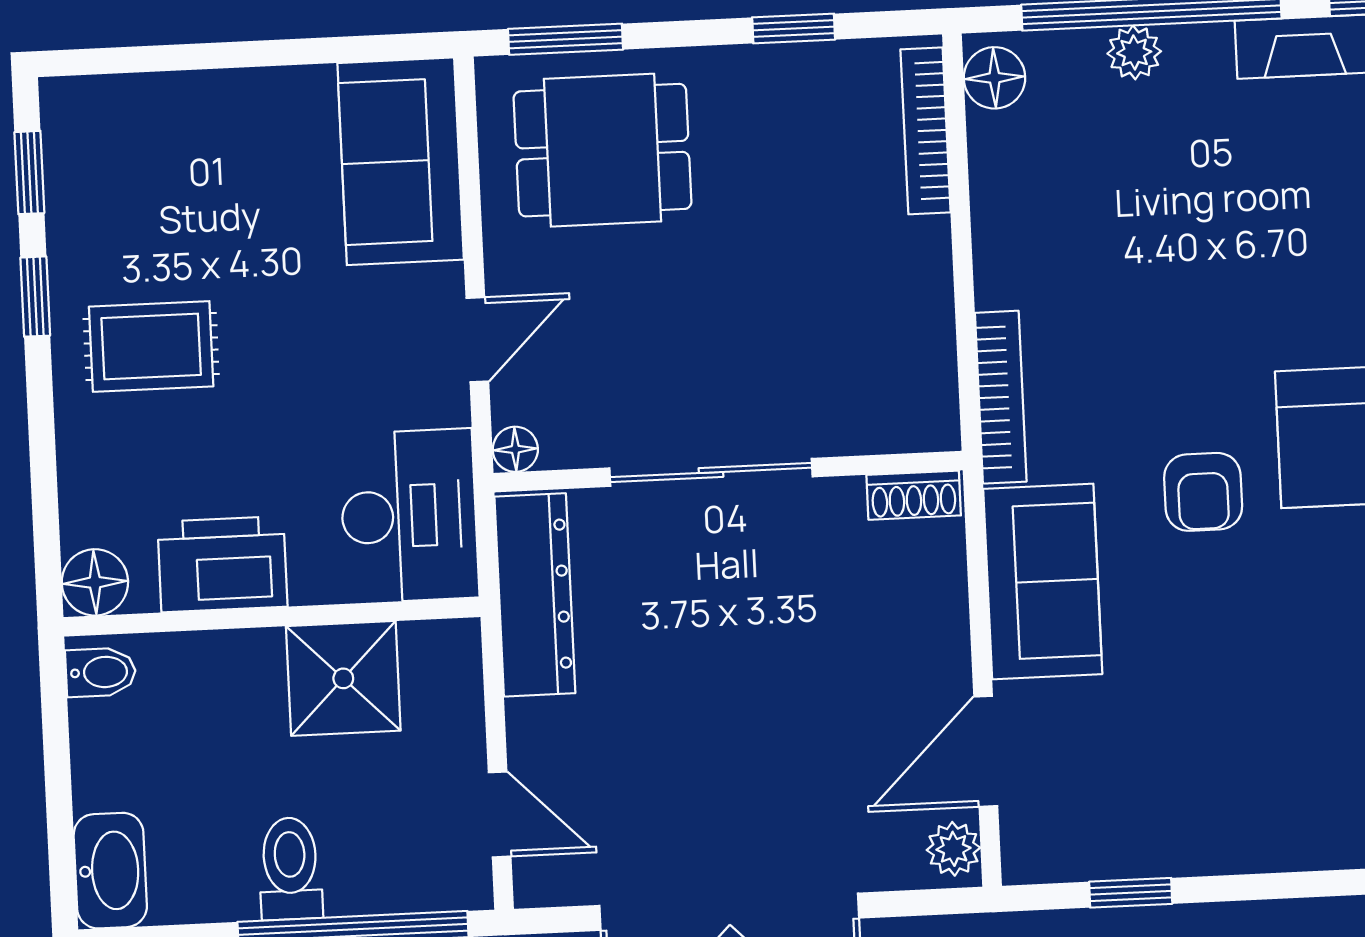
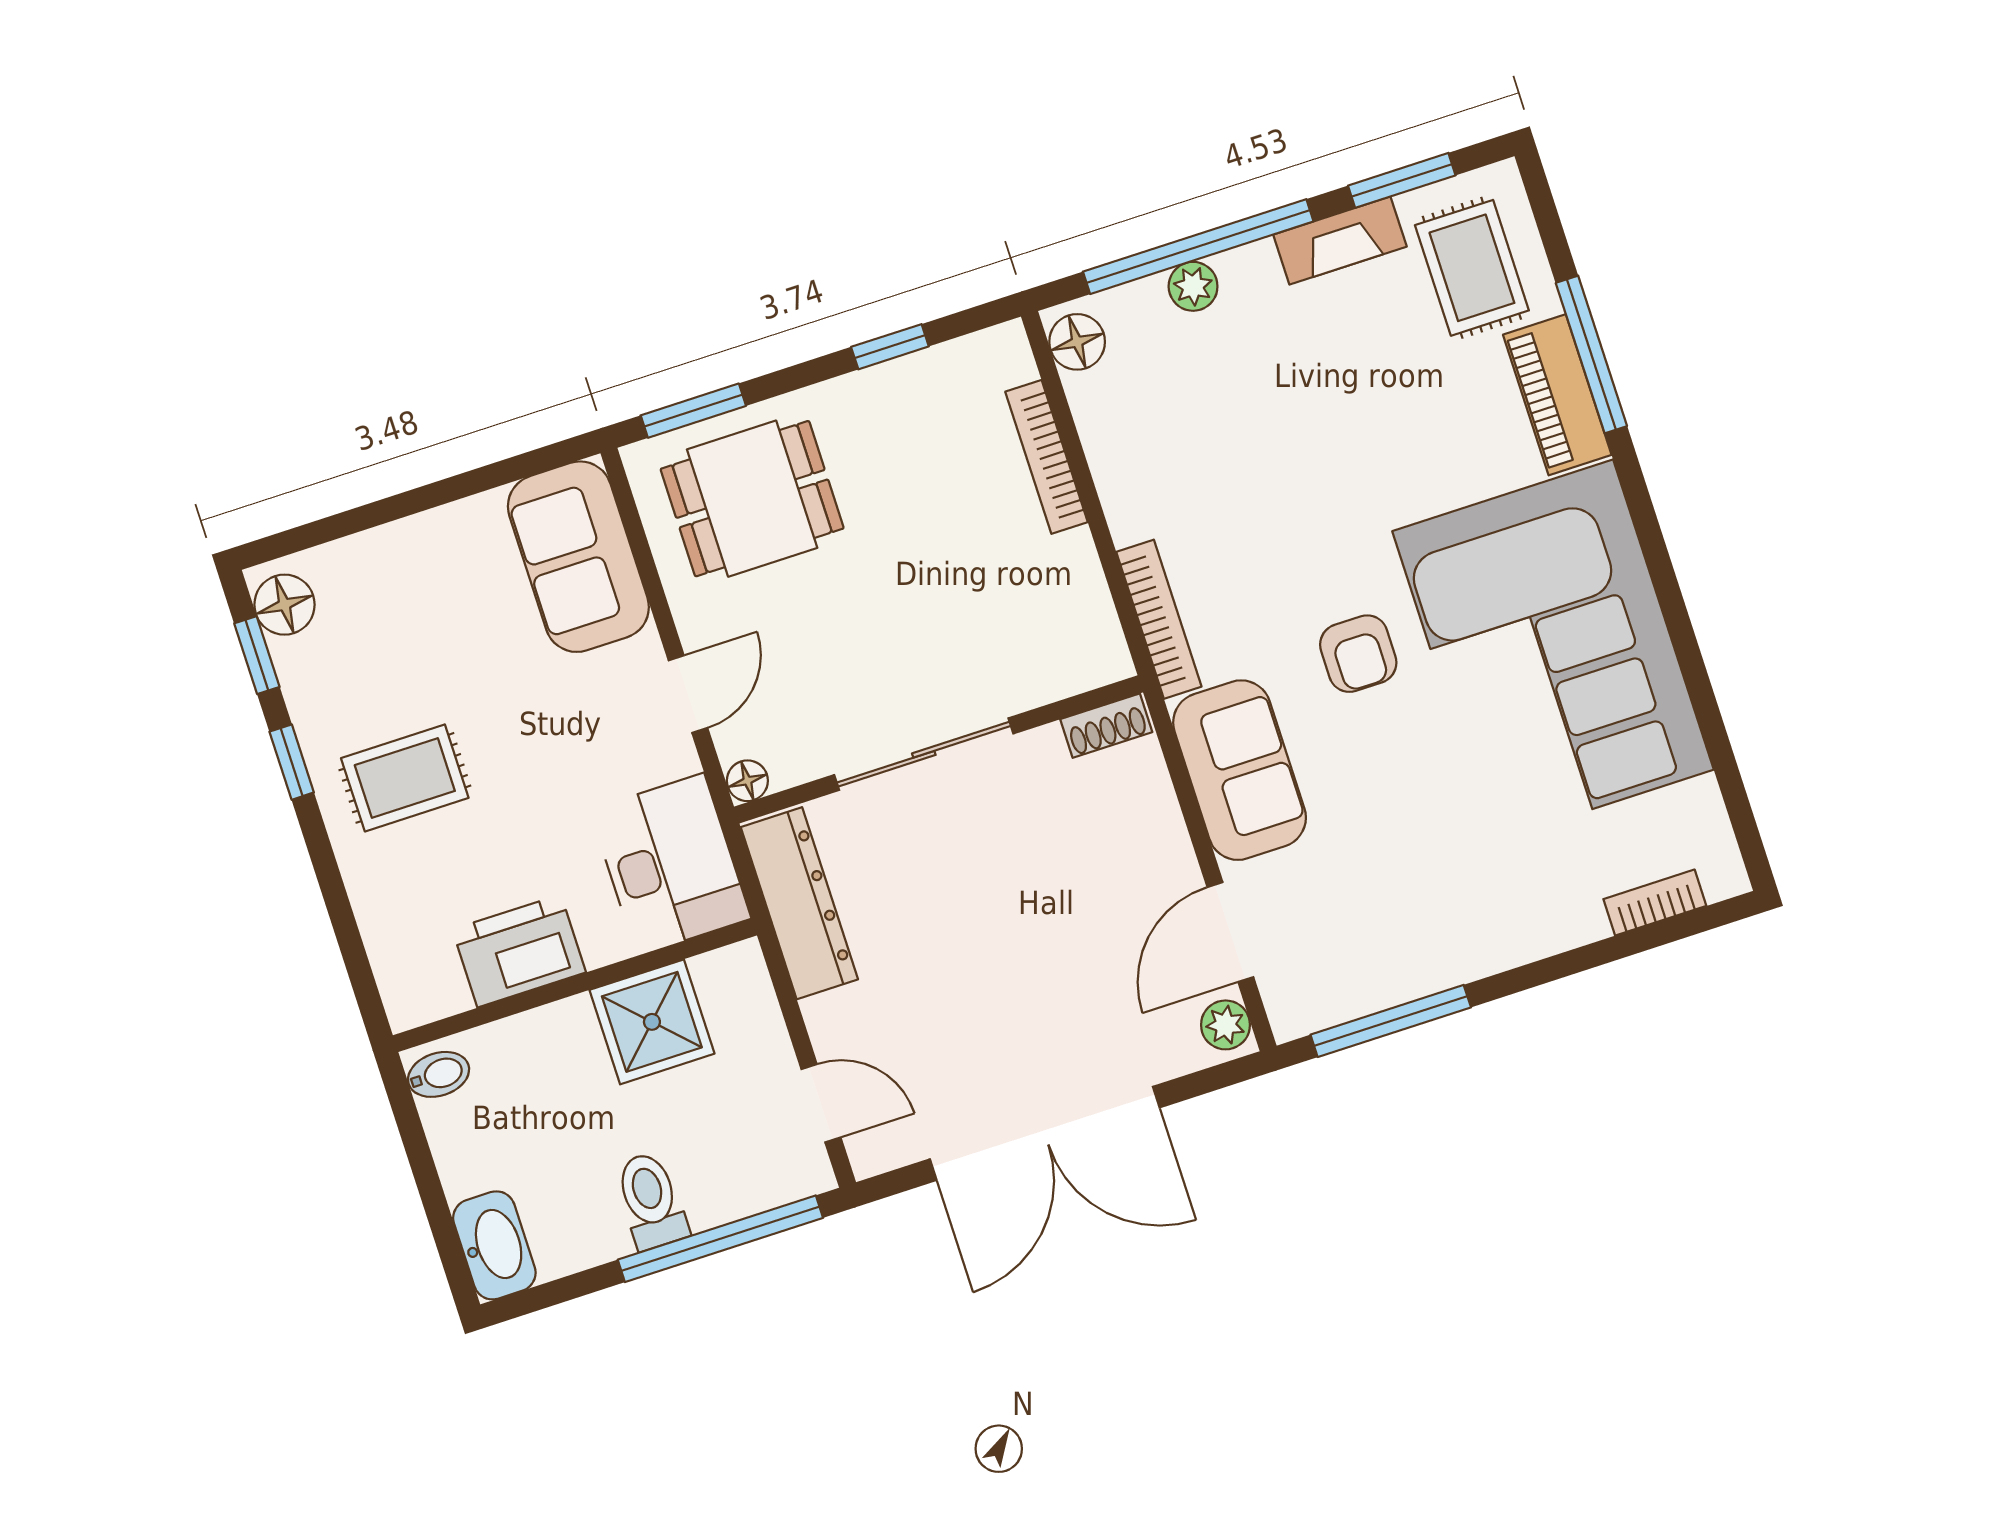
bookcase: (925, 131) -> (1047, 457), moved
floor lamp: (95, 582) -> (284, 605), moved
window: (1131, 893) -> (1391, 1021), width x2.17

